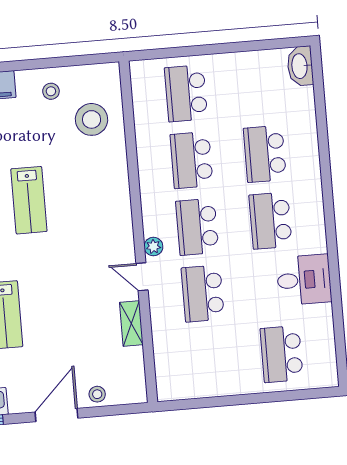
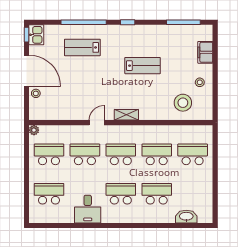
washbasin: (300, 66) -> (186, 217), moved
lab bench: (29, 200) -> (143, 66), turned 180
plant: (153, 247) -> (34, 130), moved
shelving: (131, 323) -> (126, 115), moved
school desk: (208, 360) -> (49, 154), added
door: (56, 415) -> (27, 71), width x1.36

